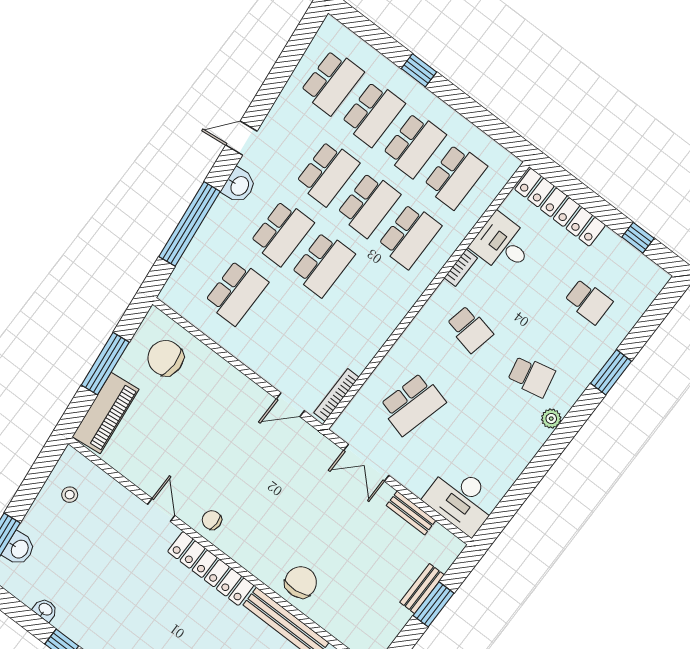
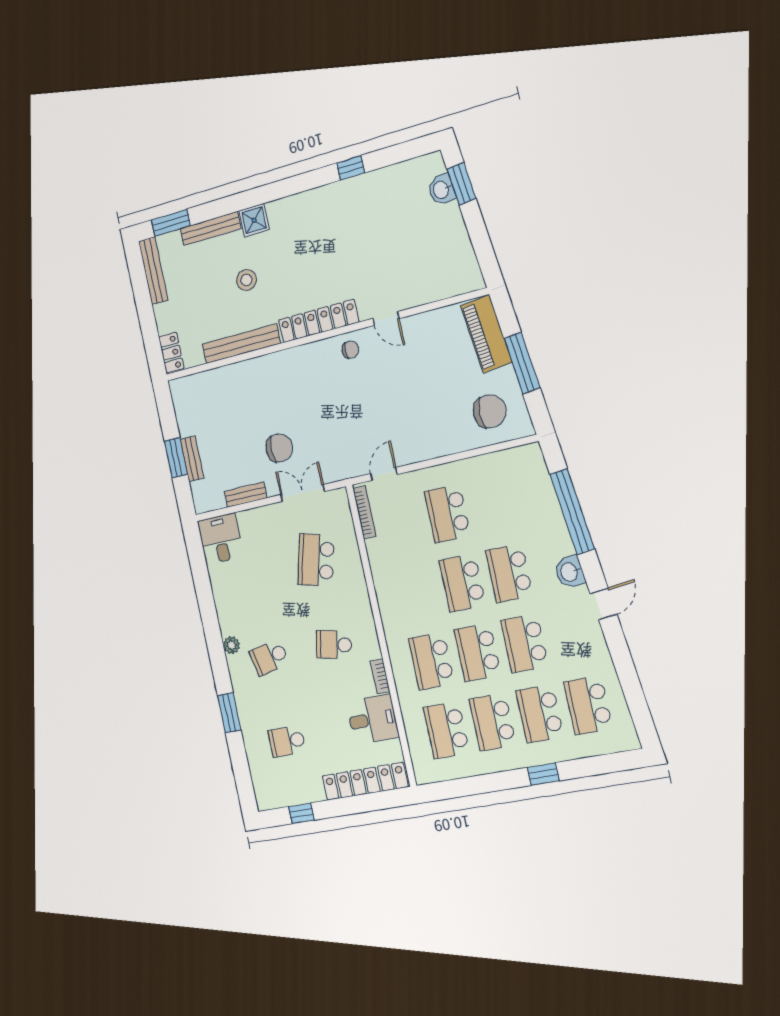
school desk: (236, 292) -> (447, 514), moved
stool: (70, 495) -> (450, 259), removed
desk: (462, 499) -> (220, 539), width x0.73
chair: (301, 582) -> (279, 448), moved, turned -84
washbasin: (45, 610) -> (384, 175), removed

